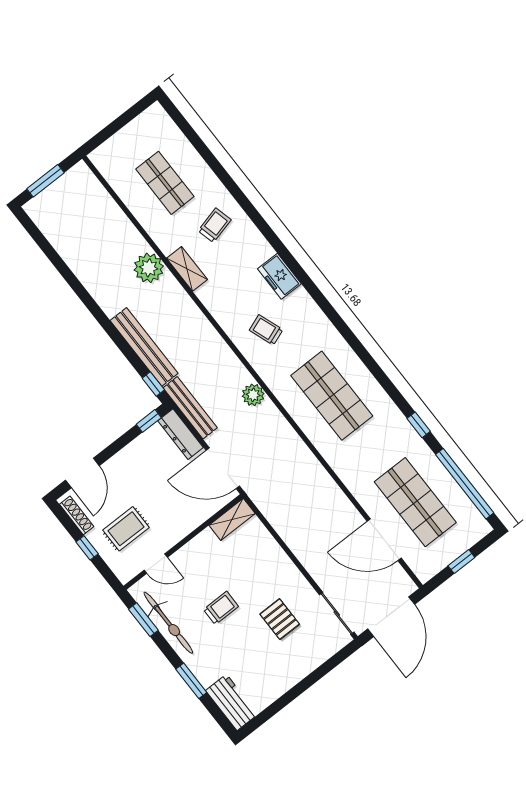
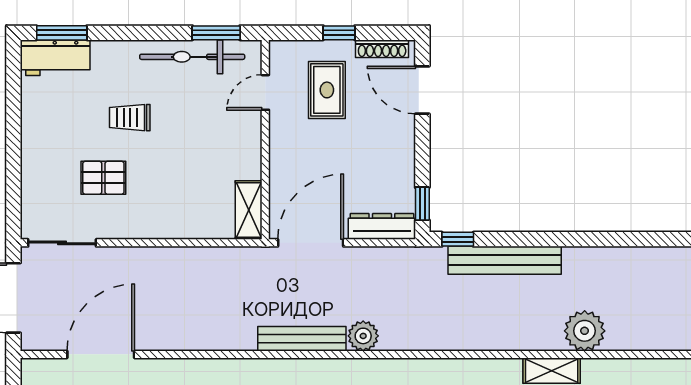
bench: (190, 408) -> (302, 339), moved
trolley: (221, 608) -> (130, 118), moved, turned 90
window: (191, 681) -> (62, 33), moved

